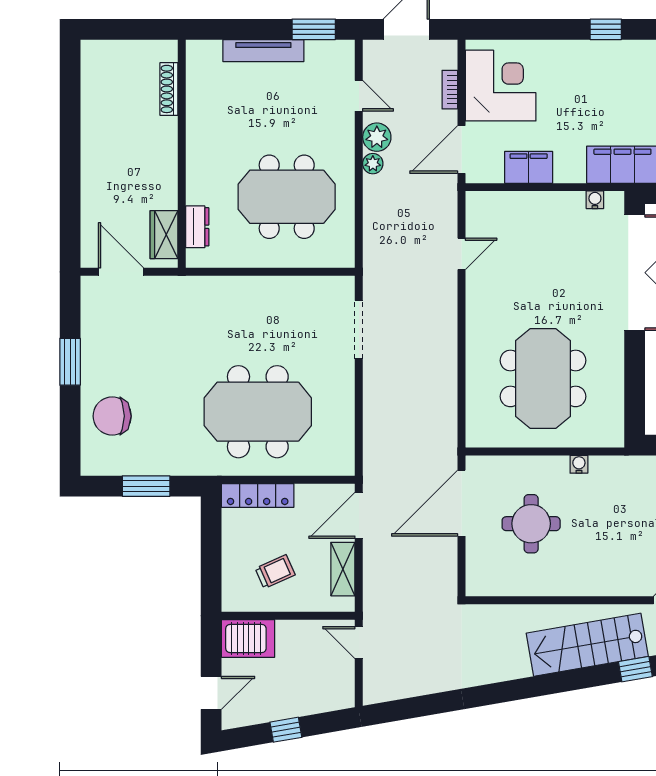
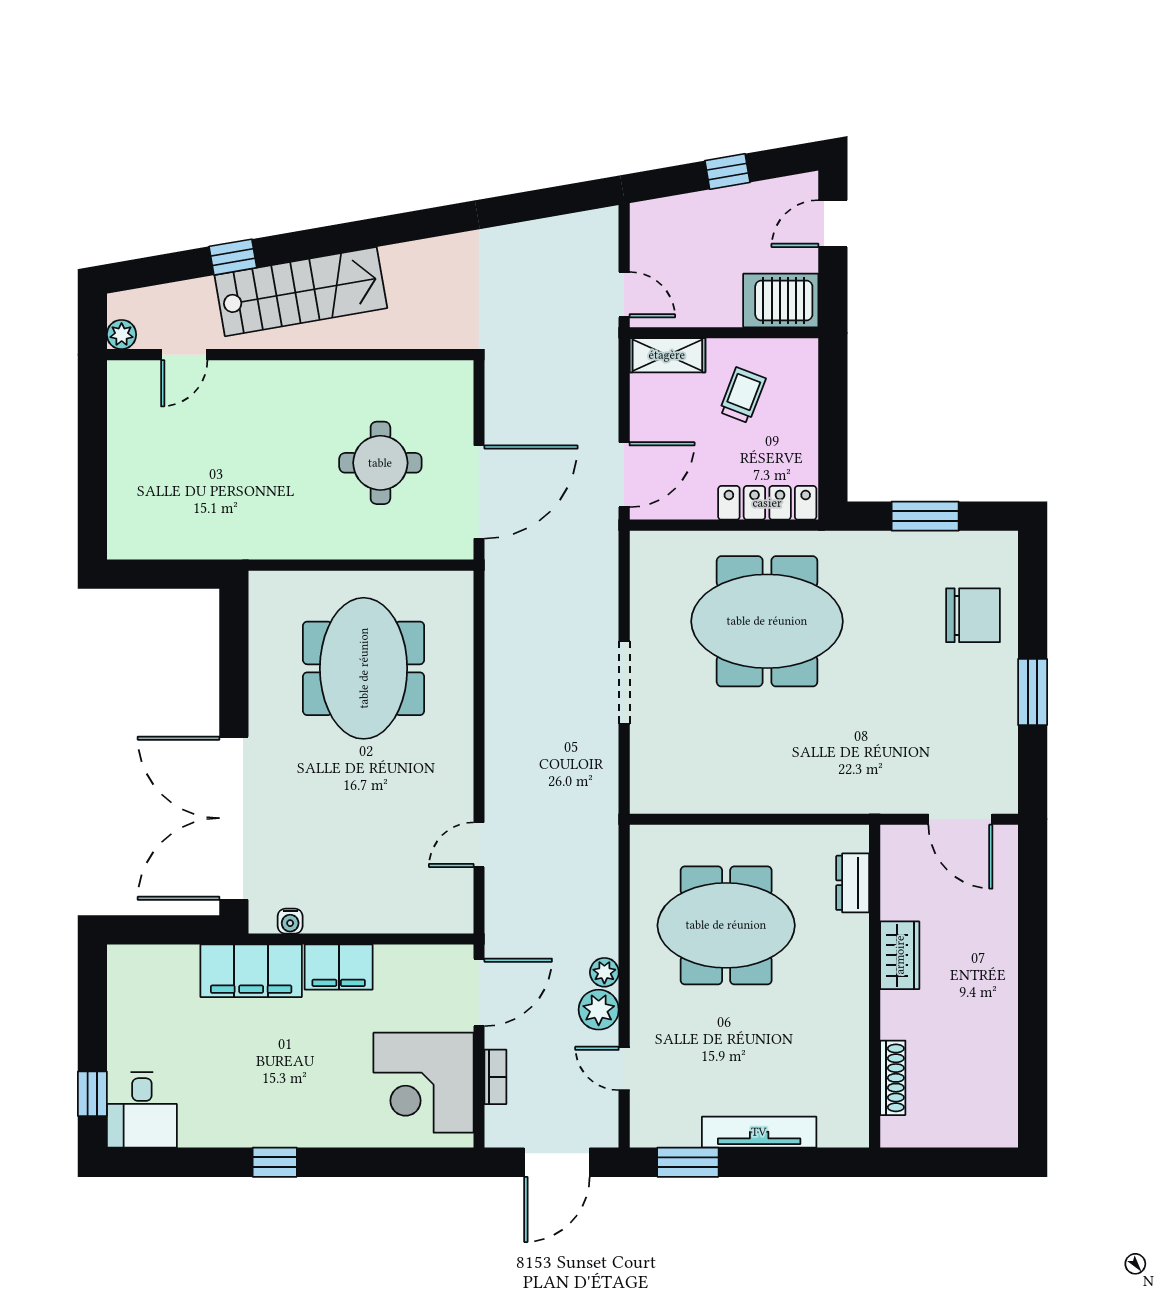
filing cabinet: (529, 167) -> (339, 967), moved
wardrobe: (164, 235) -> (900, 955), moved
doorway: (359, 330) -> (624, 683), moved
water cooler: (579, 464) -> (313, 547), removed
shelving: (343, 569) -> (667, 355), moved, turned 90
trolley: (275, 572) -> (743, 395), turned 135

